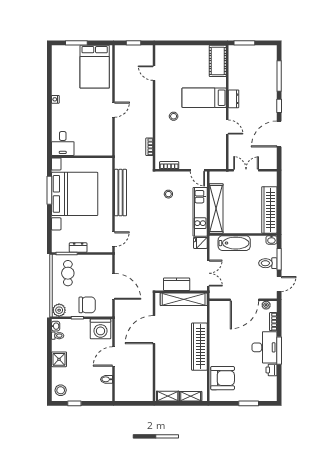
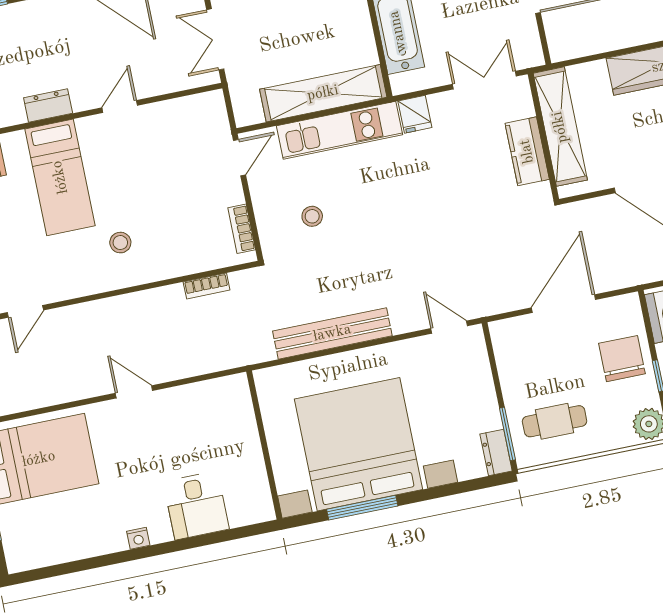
desk: (63, 143) -> (196, 505), moved, turned 90
dresser: (78, 248) -> (496, 453), moved

